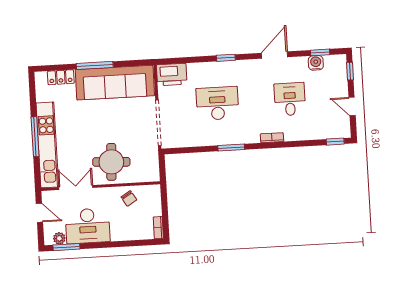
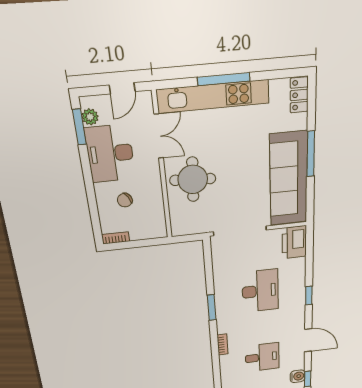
locker: (61, 77) -> (299, 95), moved
chair: (129, 198) -> (125, 200), moved

